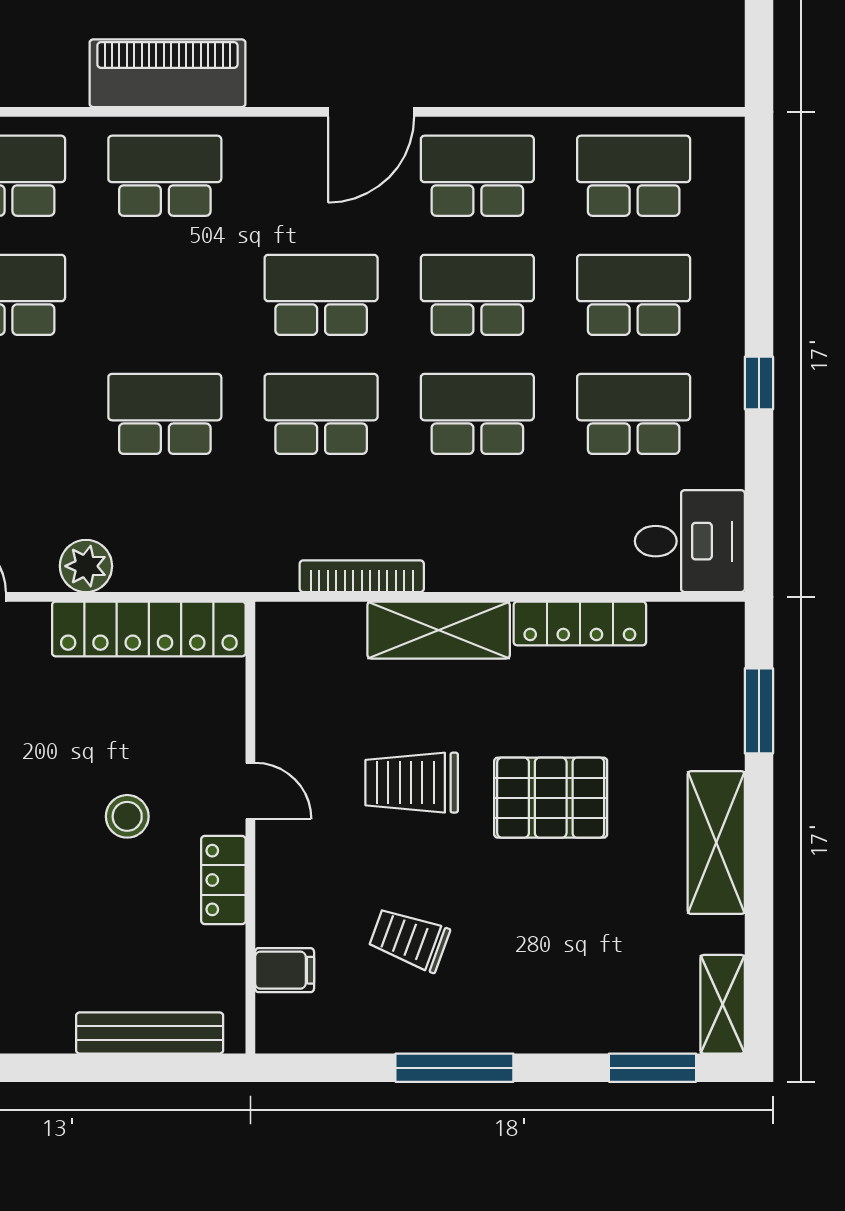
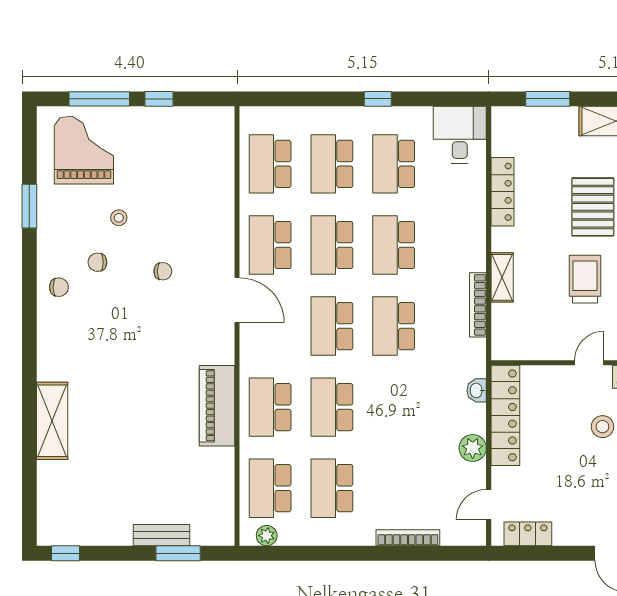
school desk: (165, 414) -> (332, 407), moved
washbasin: (197, 574) -> (477, 390), added
shelving: (439, 630) -> (502, 277), width x0.67, depth x0.75
trolley: (412, 783) -> (585, 279), turned 180

